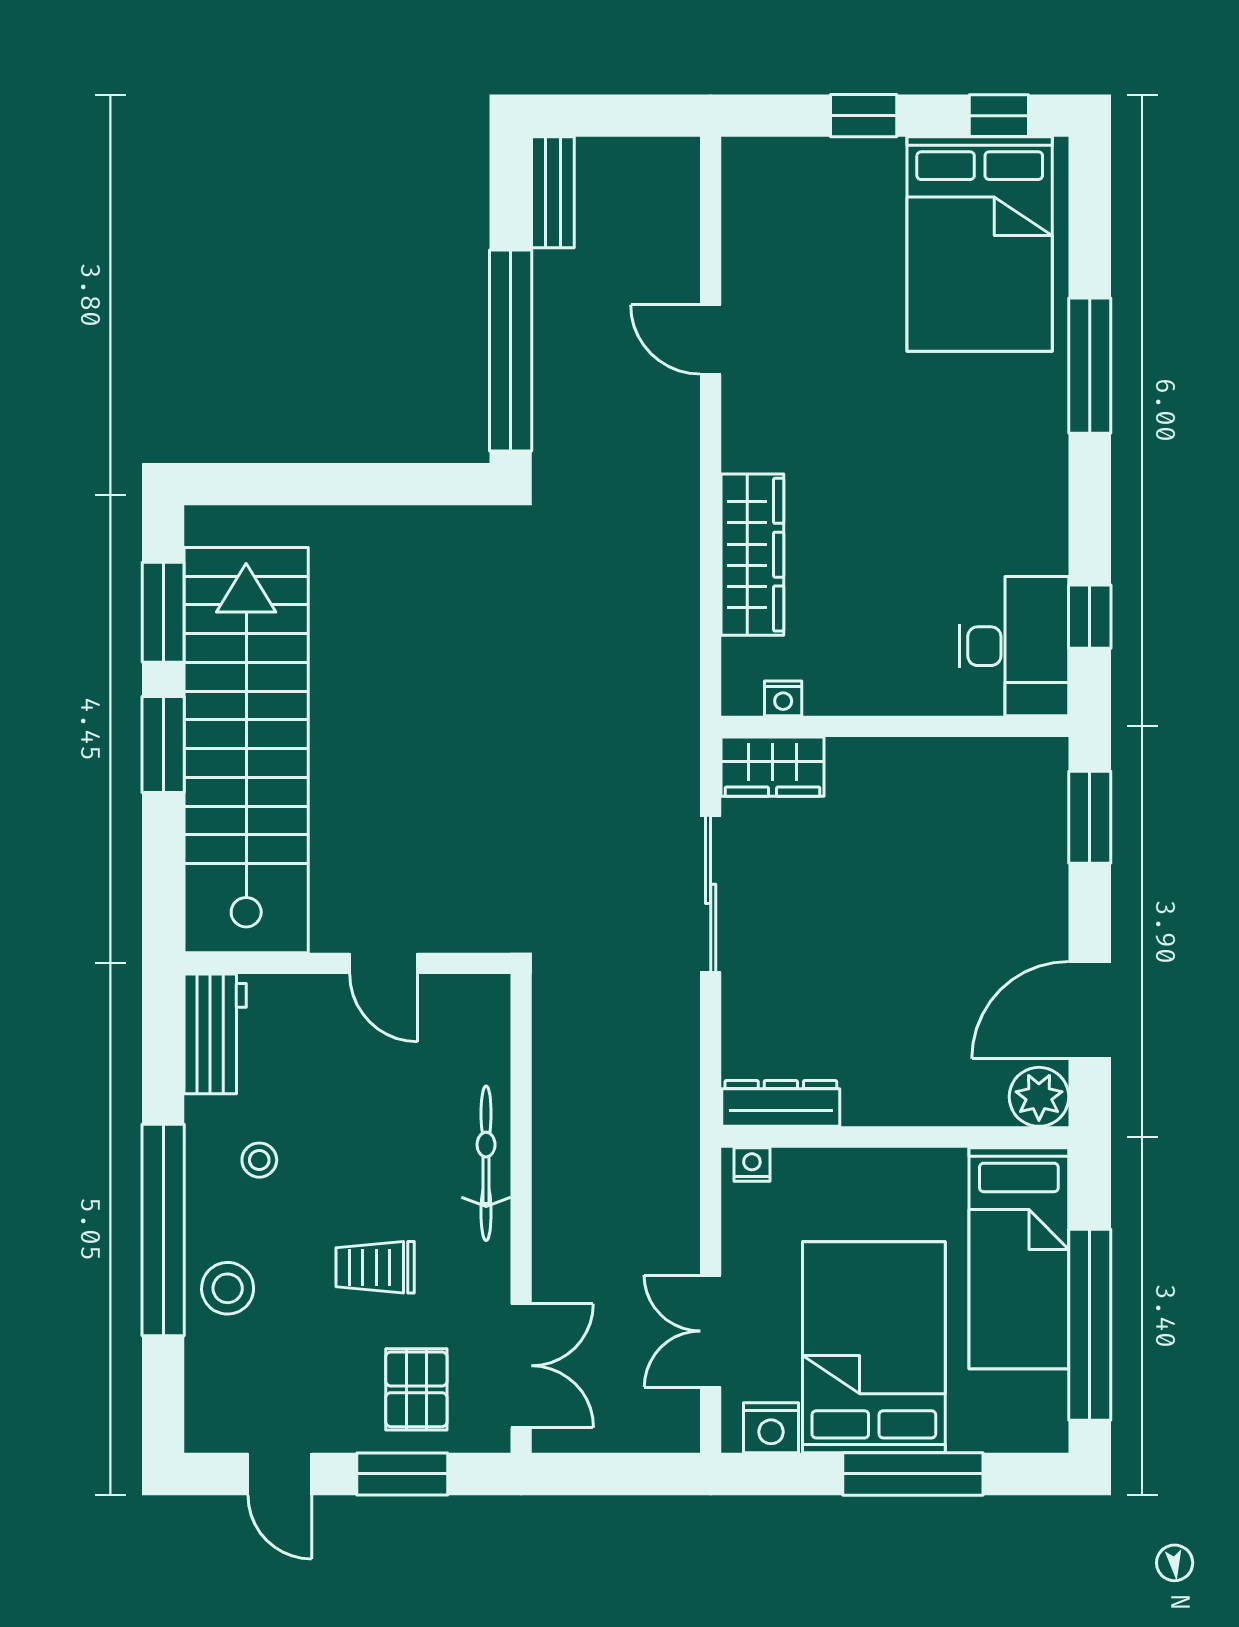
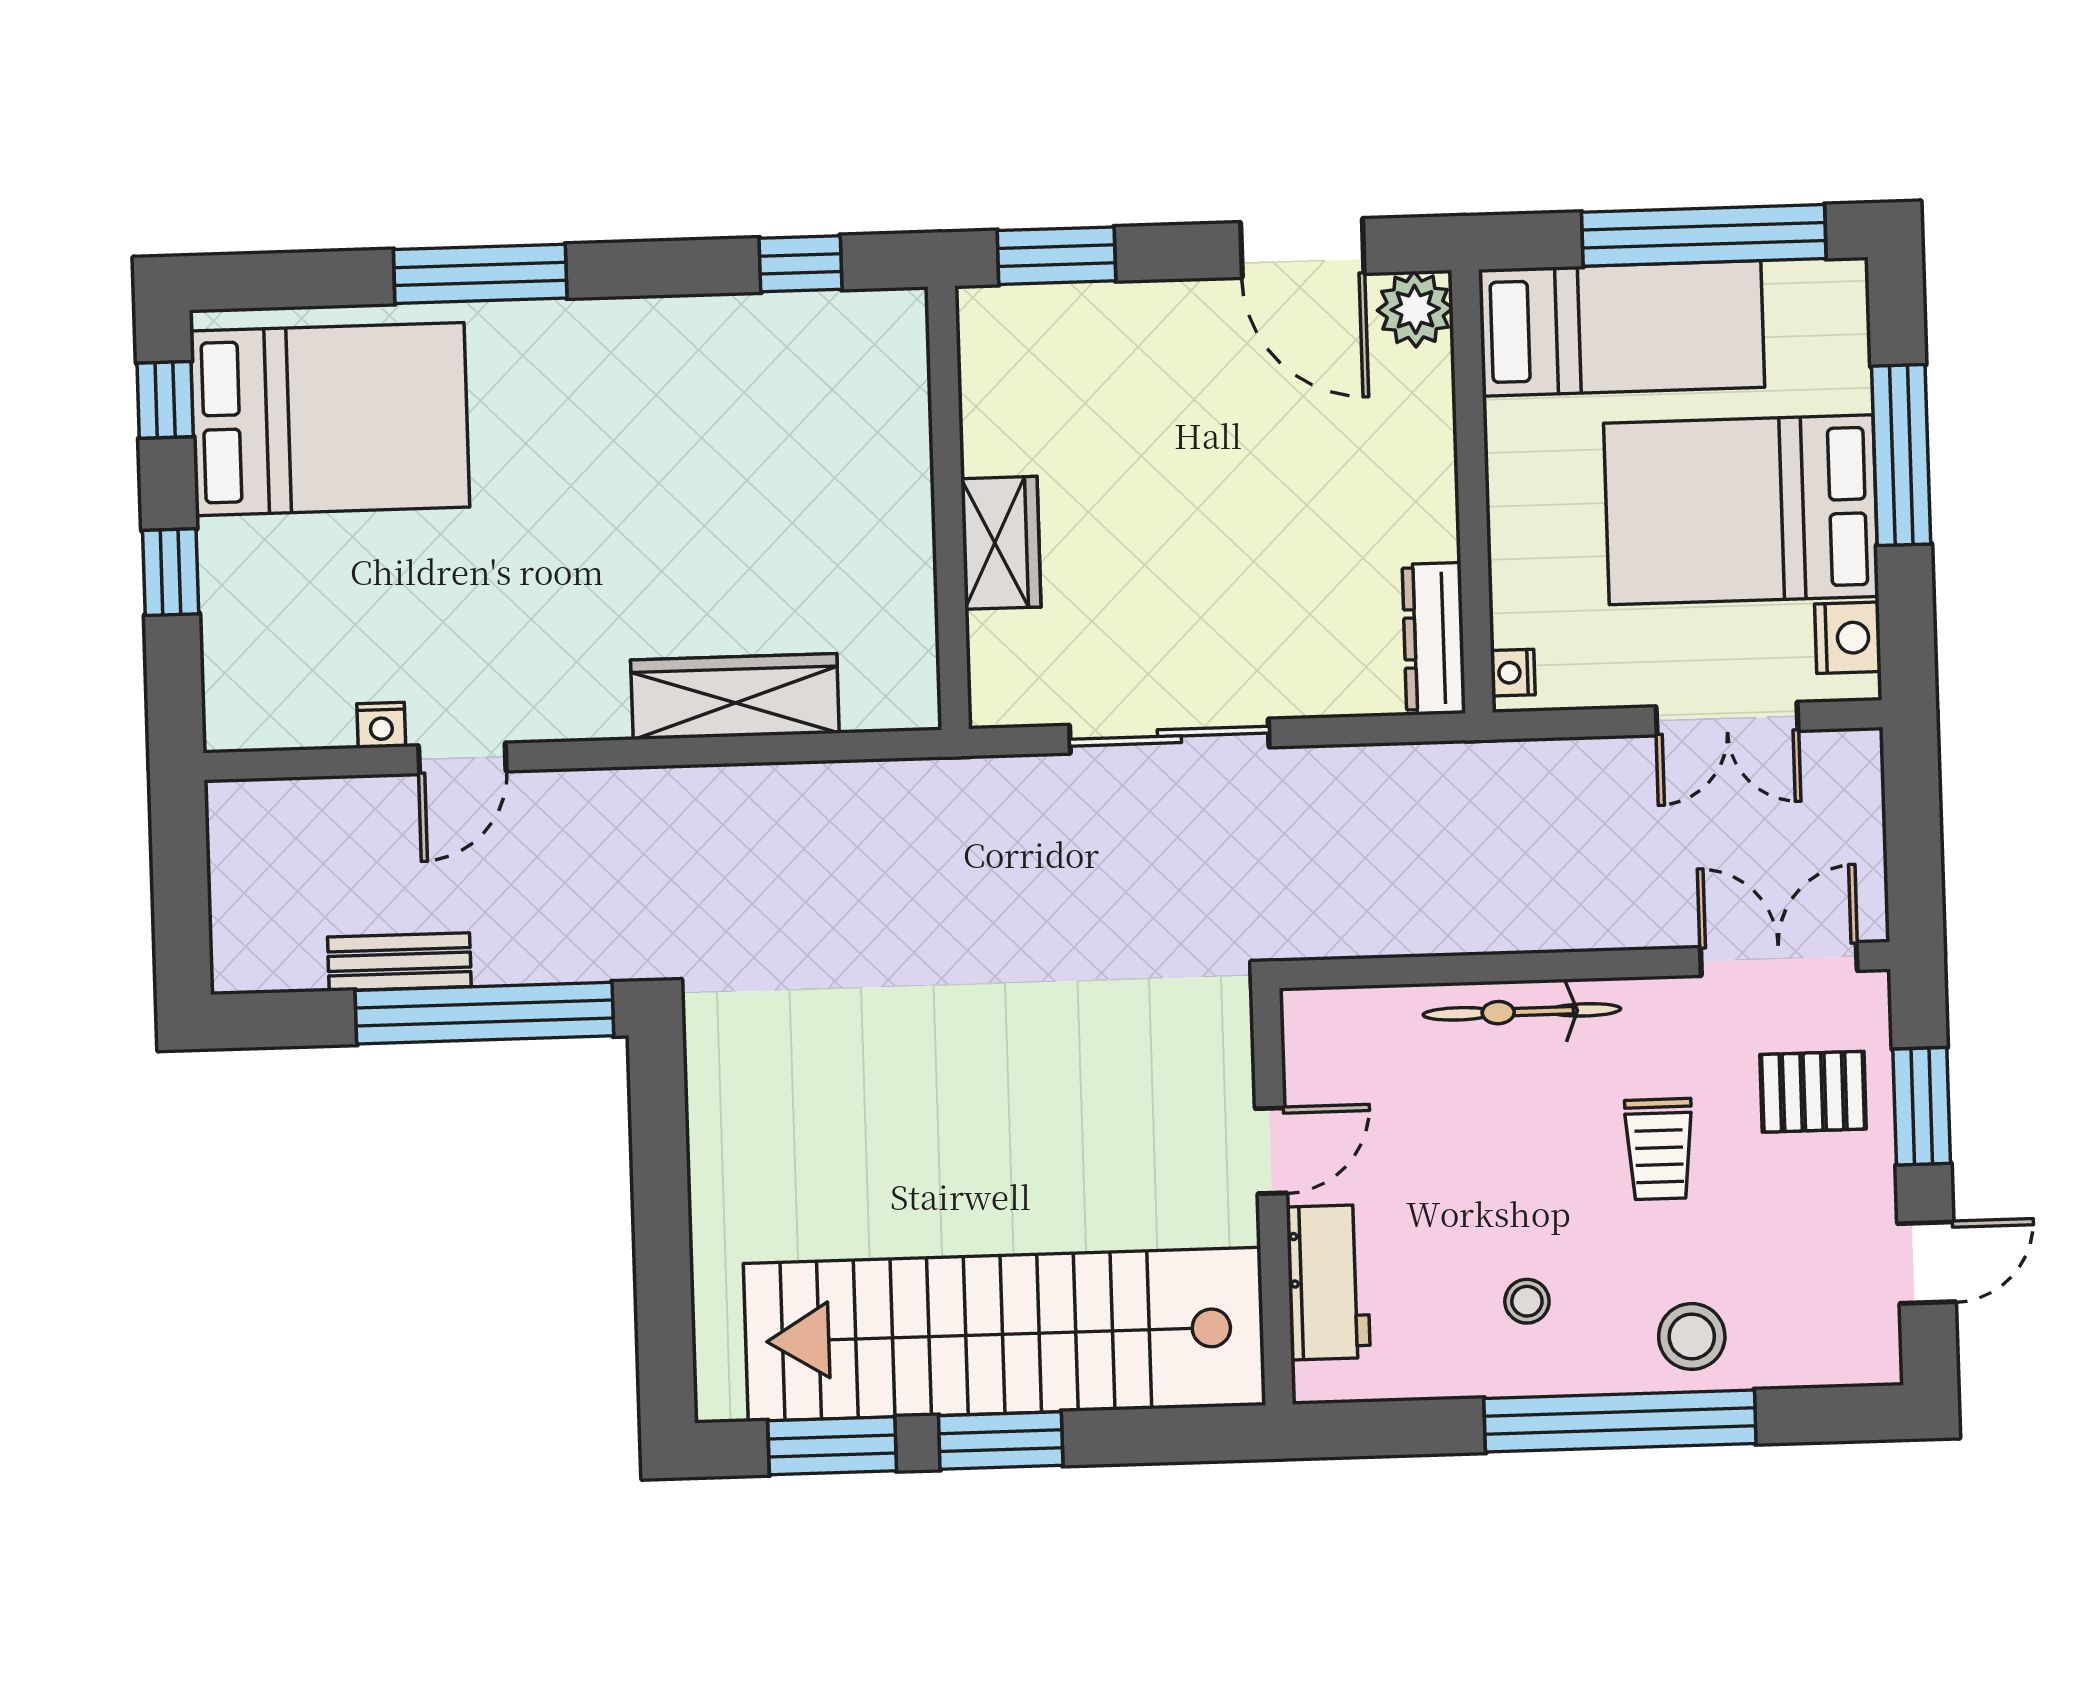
bench: (553, 192) -> (399, 962), moved
desk: (1014, 646) -> (841, 359), removed
nightstand: (783, 698) -> (381, 725), moved, turned 90
wardrobe: (772, 767) -> (1001, 543), moved
workbench: (215, 1034) -> (1328, 1282), moved, turned 90

